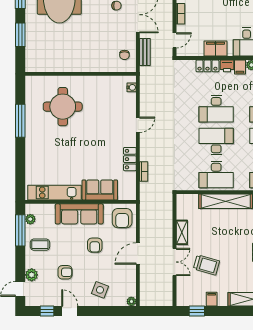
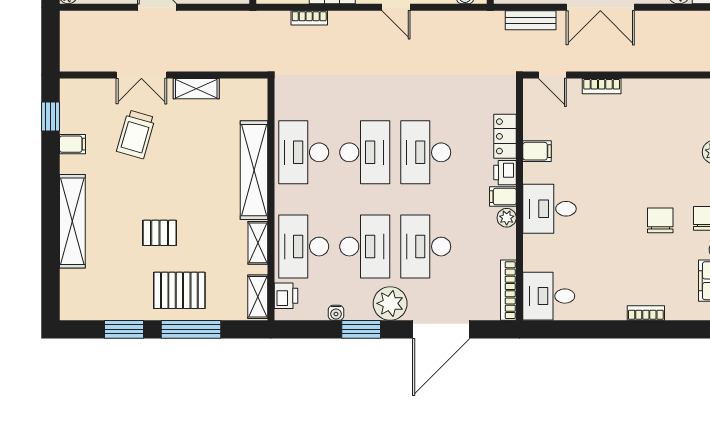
filing cabinet: (215, 49) -> (537, 151), width x0.50

